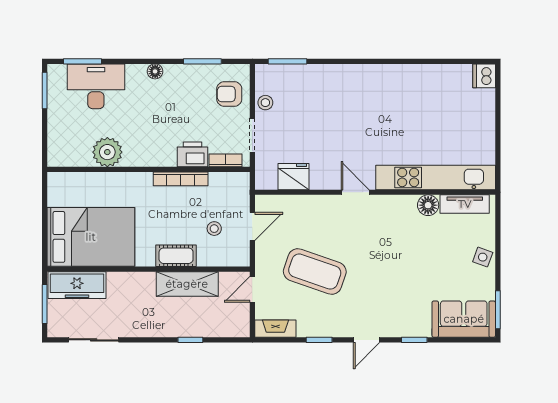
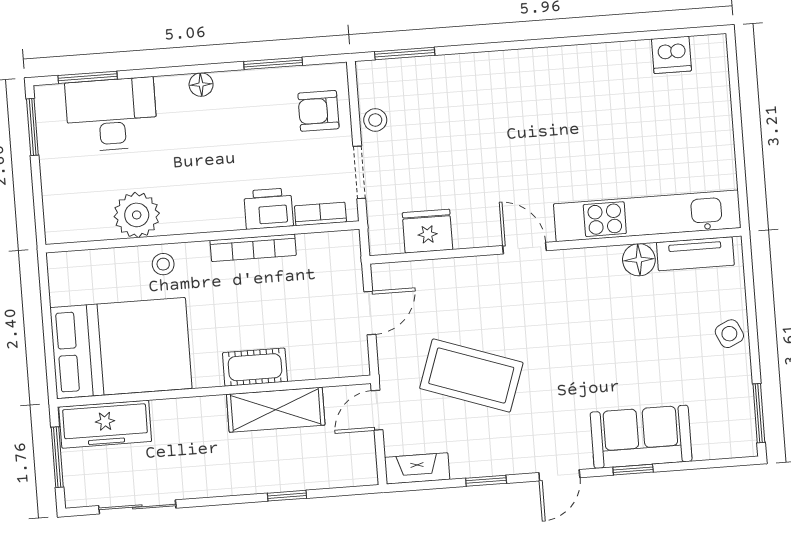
dishwasher: (484, 76) -> (671, 55), moved, turned -90
stool: (214, 229) -> (163, 264), moved
side table: (483, 257) -> (729, 334), turned 45
sofa: (464, 319) -> (641, 437), moved

